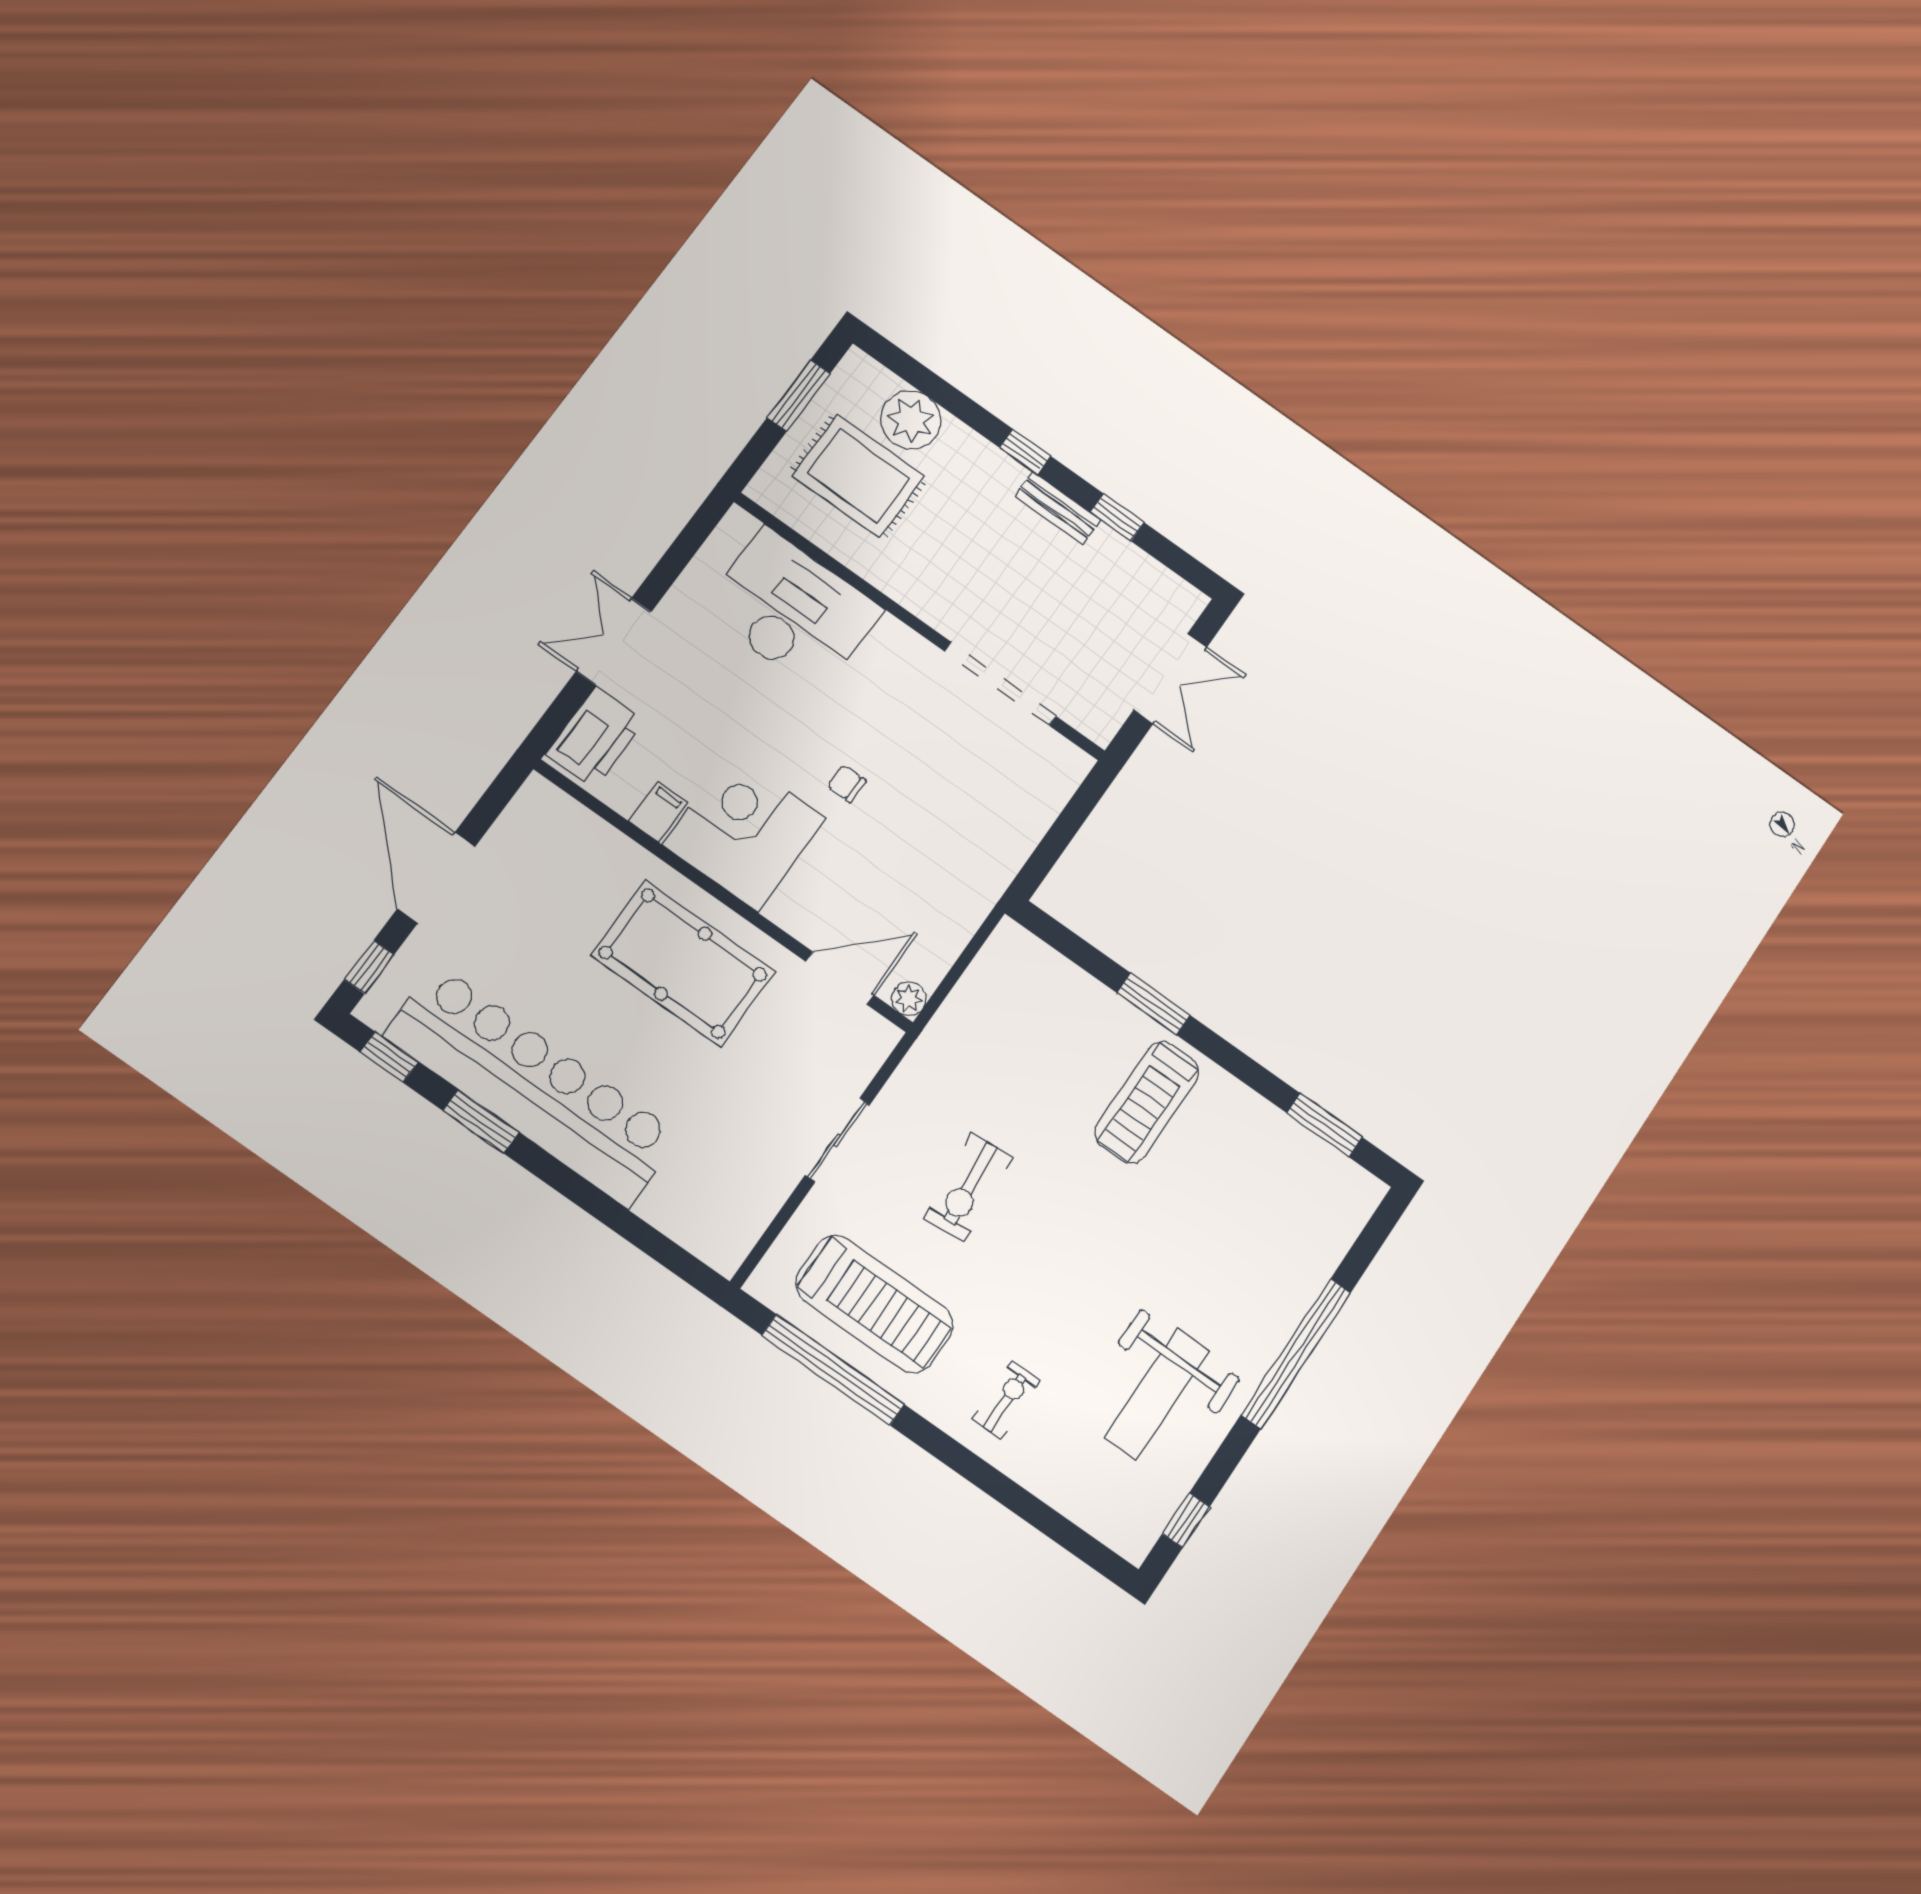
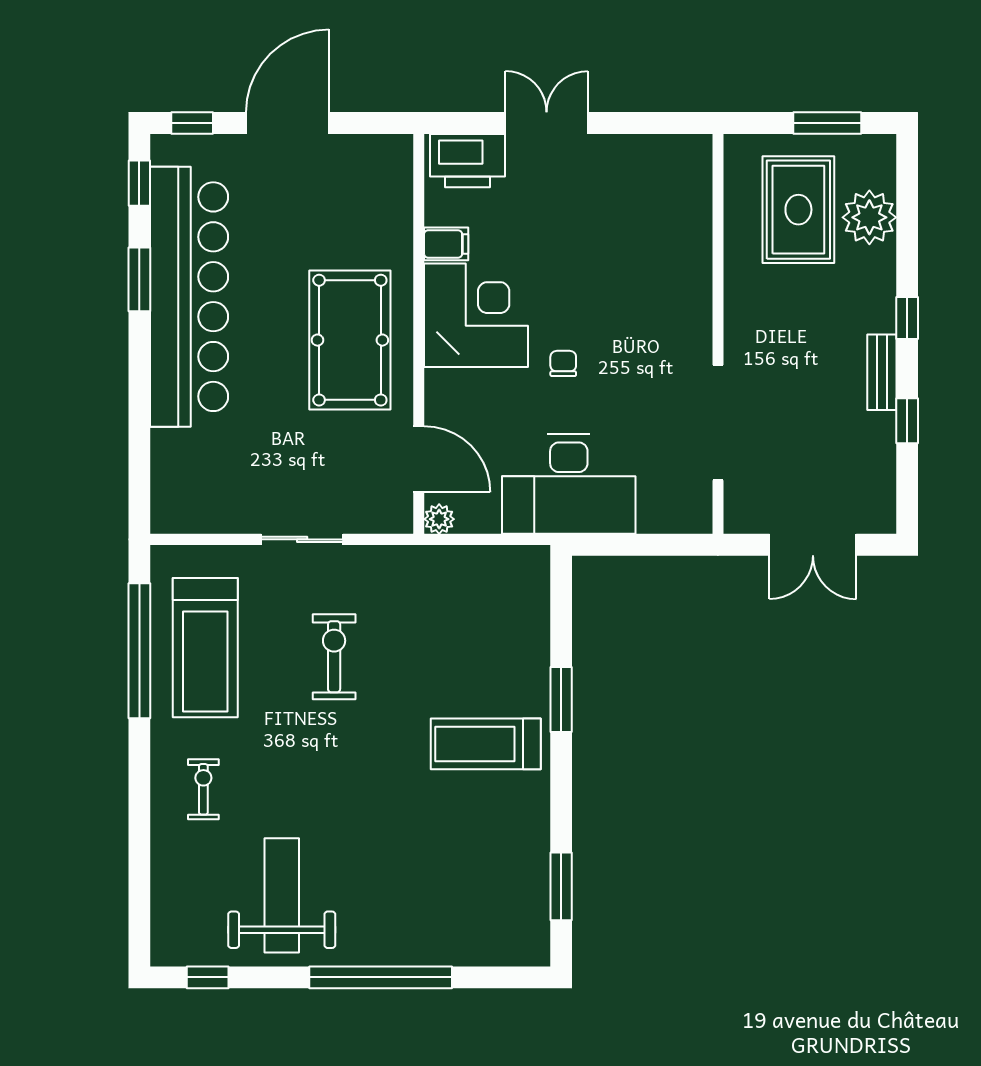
desk: (792, 610) -> (569, 484), moved, turned 90
exercise bike: (968, 1187) -> (334, 657), turned 95
weight bench: (1157, 1394) -> (282, 895), turned 90
exercise bike: (1007, 1400) -> (203, 789), turned -90

